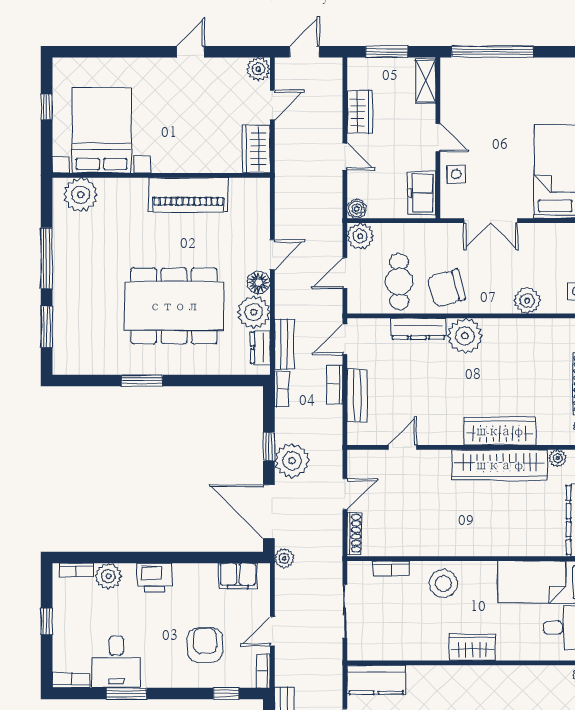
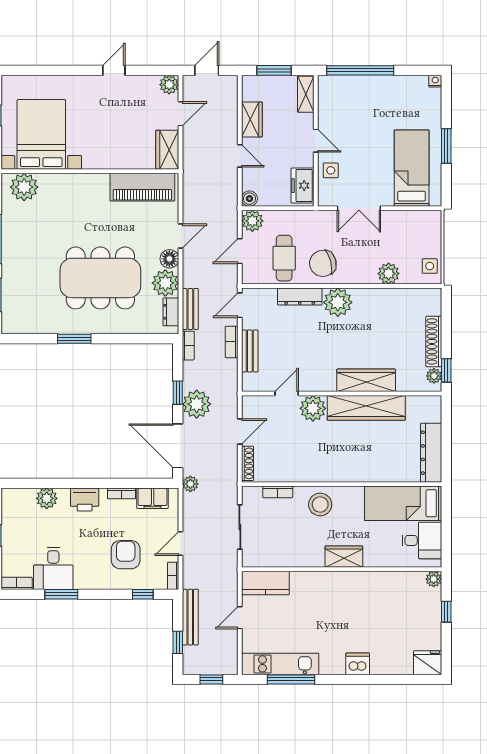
piano: (188, 195) -> (142, 187), moved
plant: (558, 458) -> (313, 408), moved, width x1.88, depth x1.88
bookcase: (77, 570) -> (122, 493), moved

